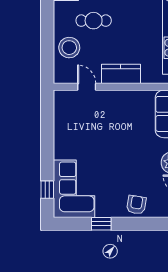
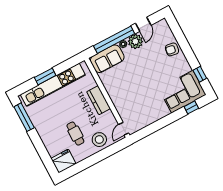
door: (87, 87) -> (124, 129), moved
window: (101, 224) -> (200, 74), moved

